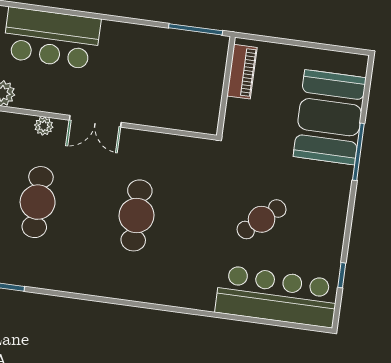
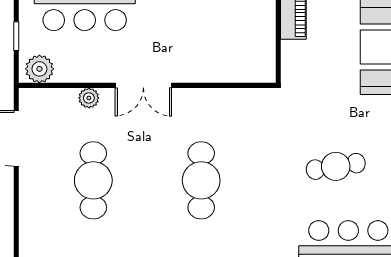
cafe table: (262, 219) -> (336, 166), turned 33

